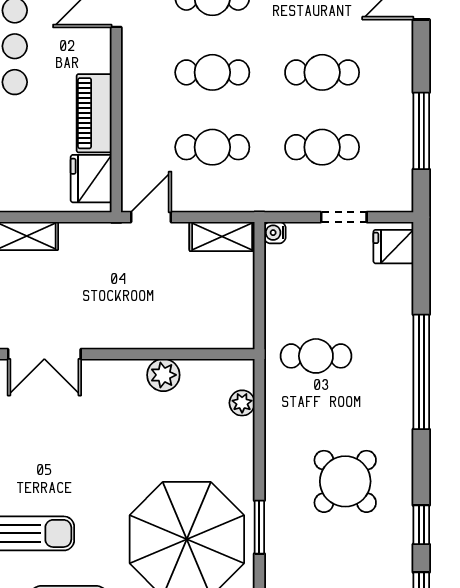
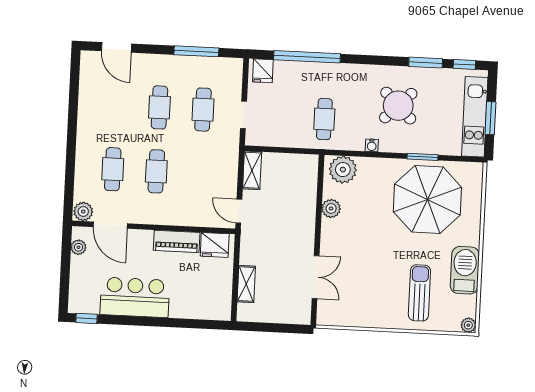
cafe table: (212, 147) -> (200, 173), removed
doorway: (344, 217) -> (244, 115), moved
water cooler: (275, 233) -> (372, 145), moved
window: (421, 372) -> (307, 57), moved
plant: (242, 403) -> (343, 170), width x1.87, depth x1.87
window: (421, 525) -> (426, 63), width x1.50

